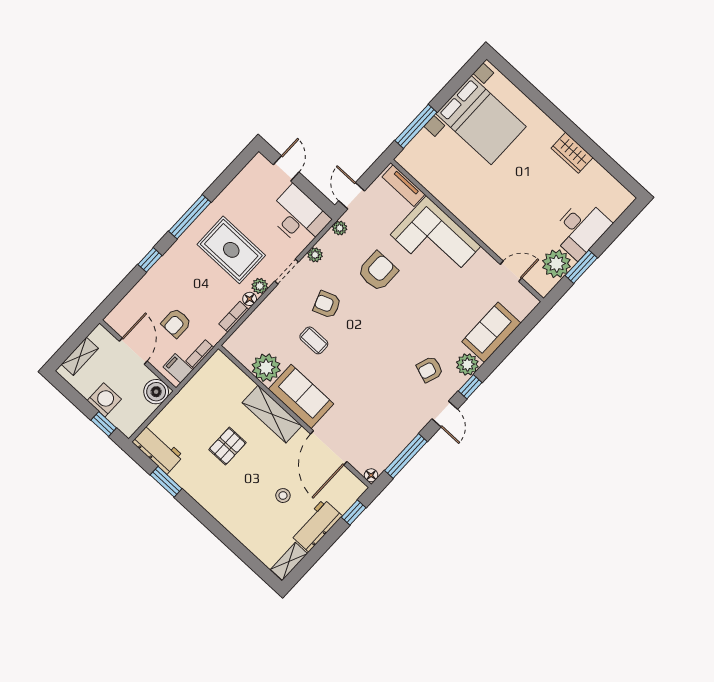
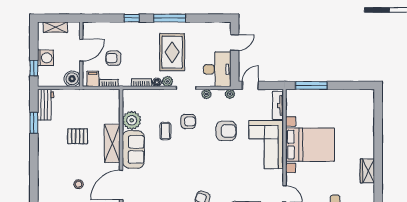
bed with nightstands: (481, 120) -> (310, 145), moved, turned -90
armchair: (327, 304) -> (188, 121), turned 111

